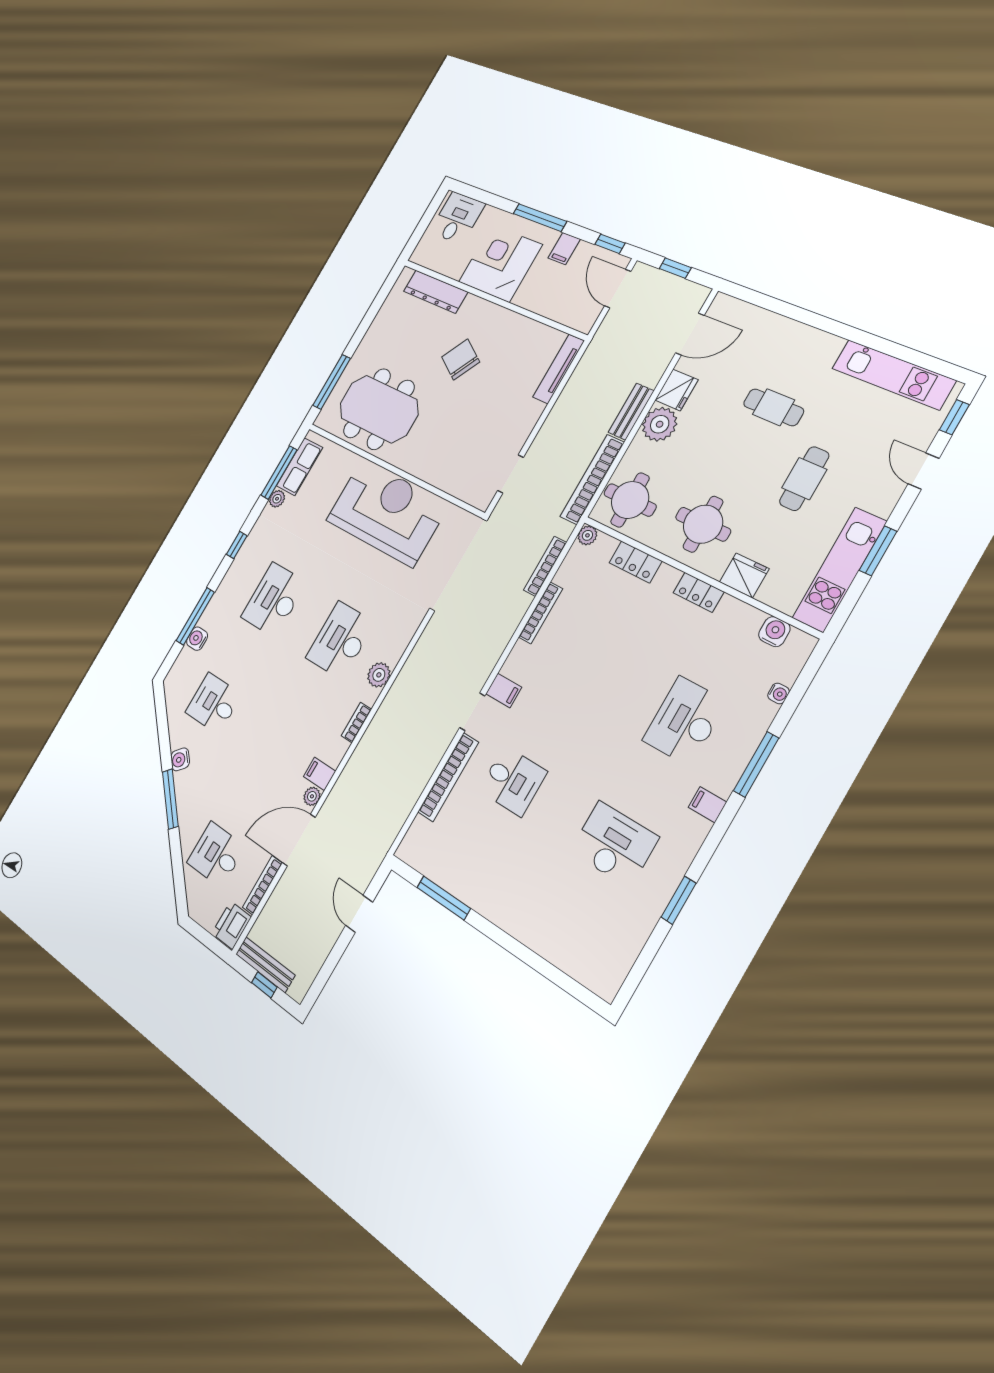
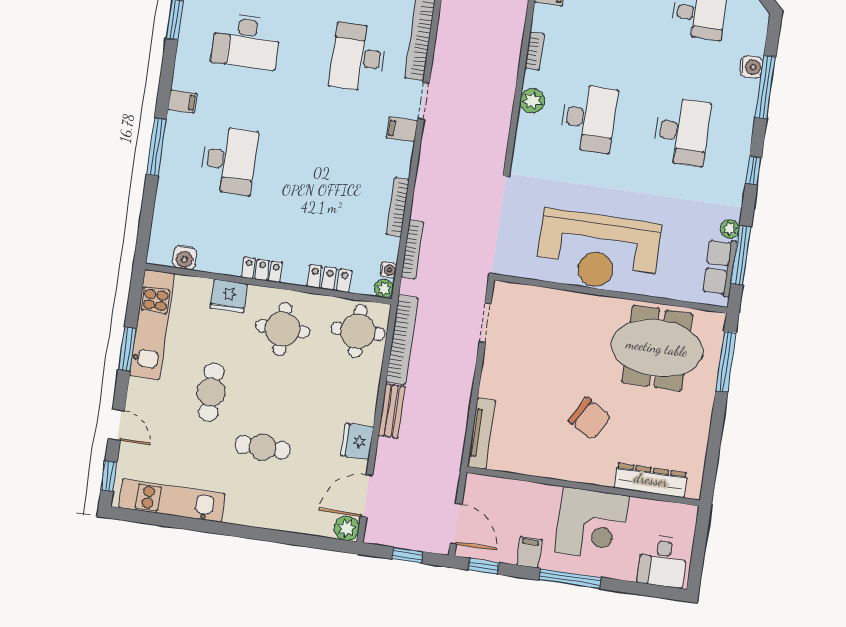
plant: (660, 424) -> (347, 528), moved, width x0.73, depth x0.73
water cooler: (778, 693) -> (388, 270), moved, turned 180
desk: (513, 781) -> (358, 57), width x1.37

